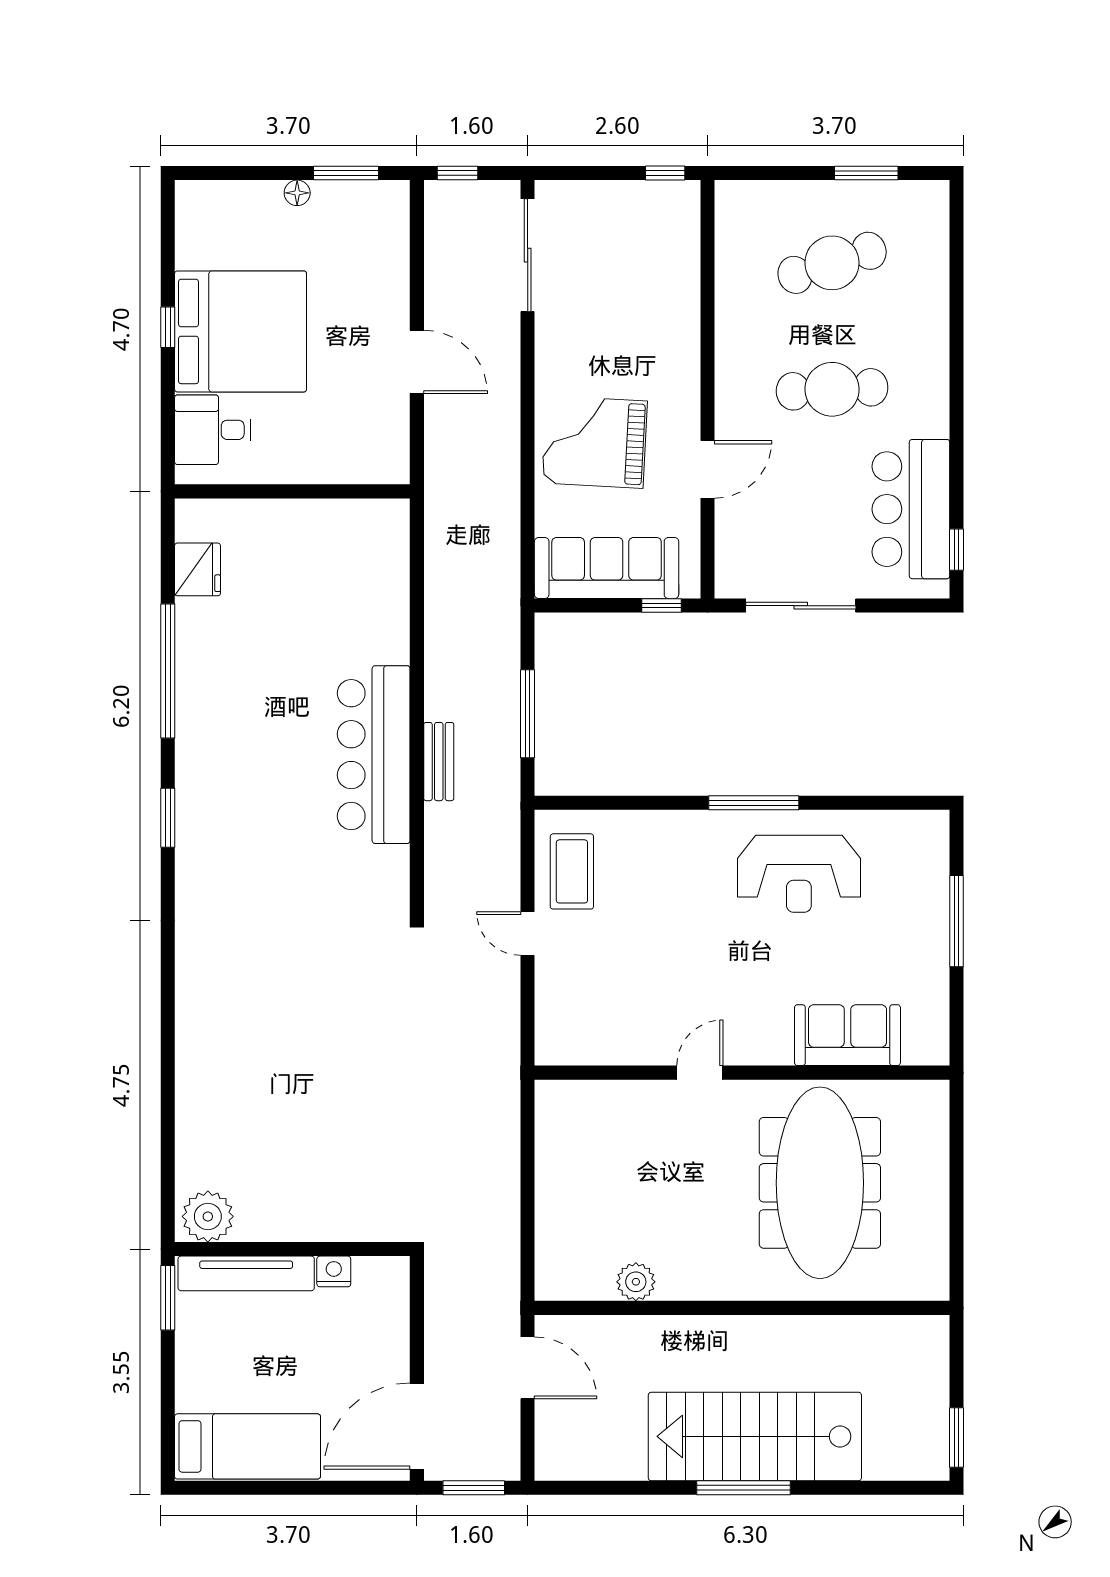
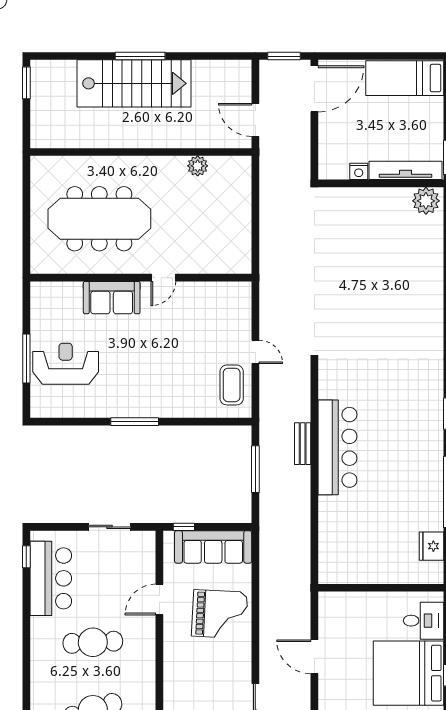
sliding door: (801, 606) -> (109, 527), width x0.73
reception desk: (799, 874) -> (66, 364), moved
sofa: (847, 1035) -> (112, 298), moved
meeting table: (820, 1183) -> (99, 219), turned 90

